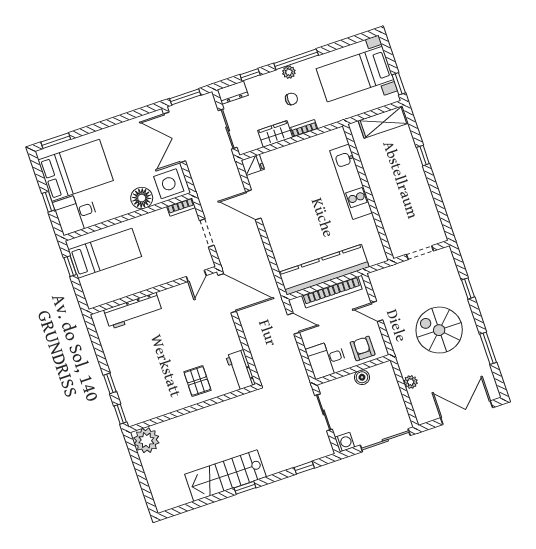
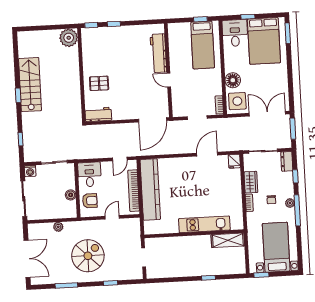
shelving: (383, 122) -> (228, 240), moved, turned 90
door: (196, 276) -> (169, 80), moved

